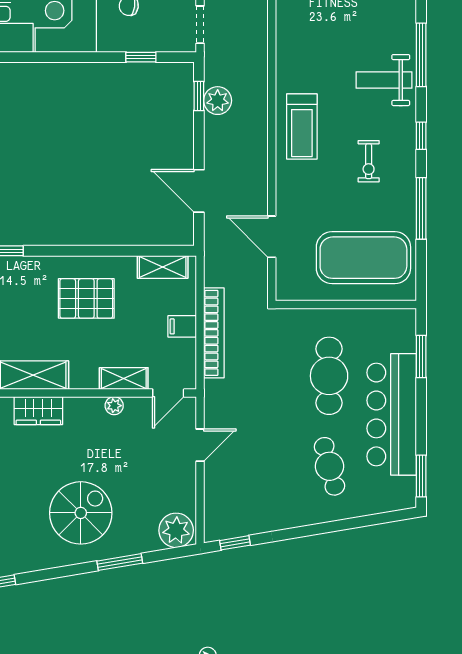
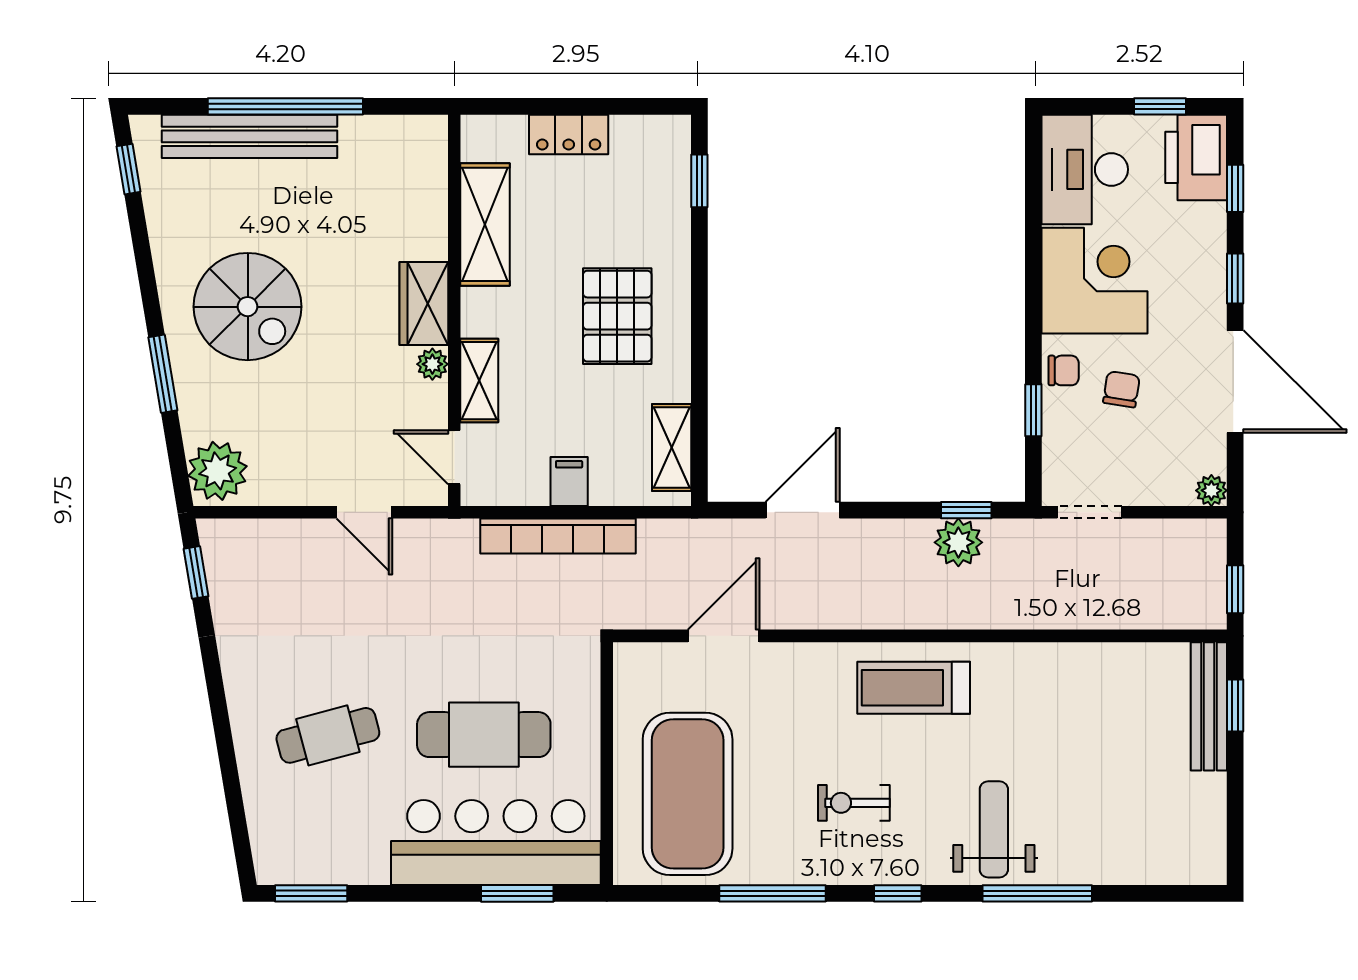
chair: (118, 40) -> (1064, 370), added
wardrobe: (38, 411) -> (424, 304), moved
bar counter: (392, 414) -> (496, 843), moved

